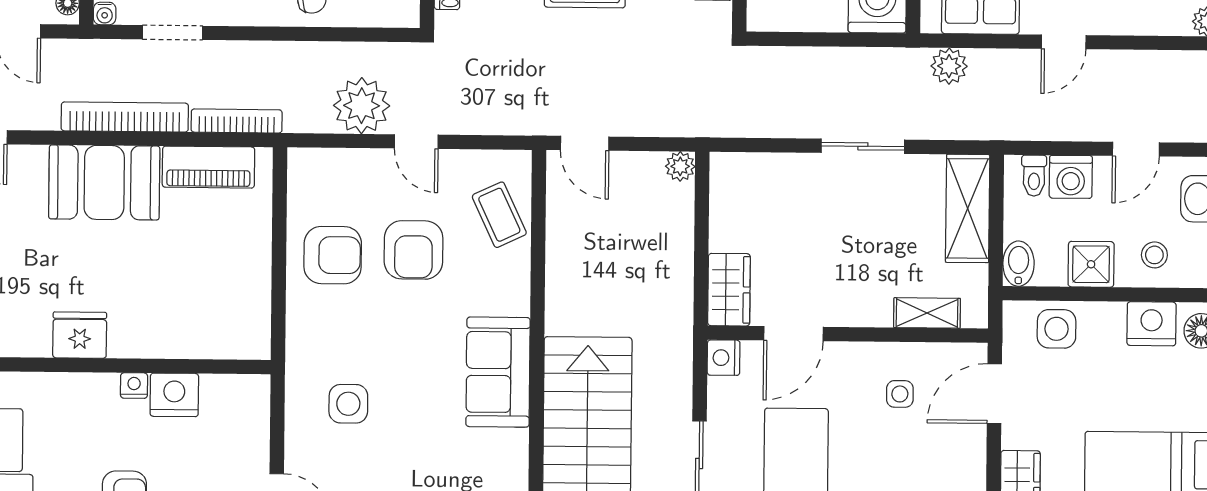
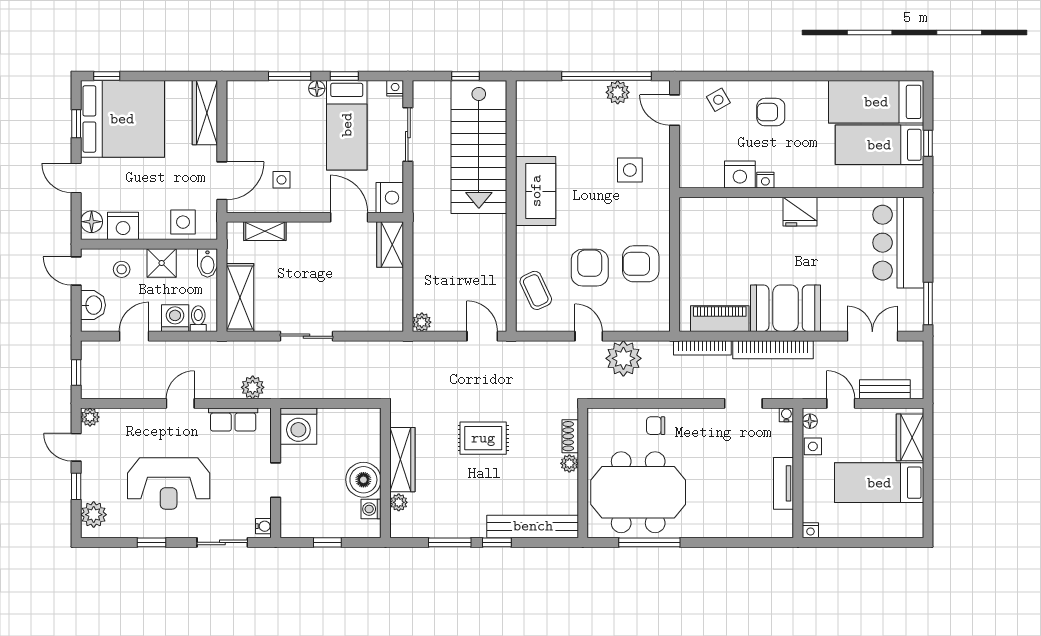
door: (793, 334) -> (349, 217), hinge flipped
nightstand: (724, 358) -> (390, 198), width x1.36, depth x1.33

